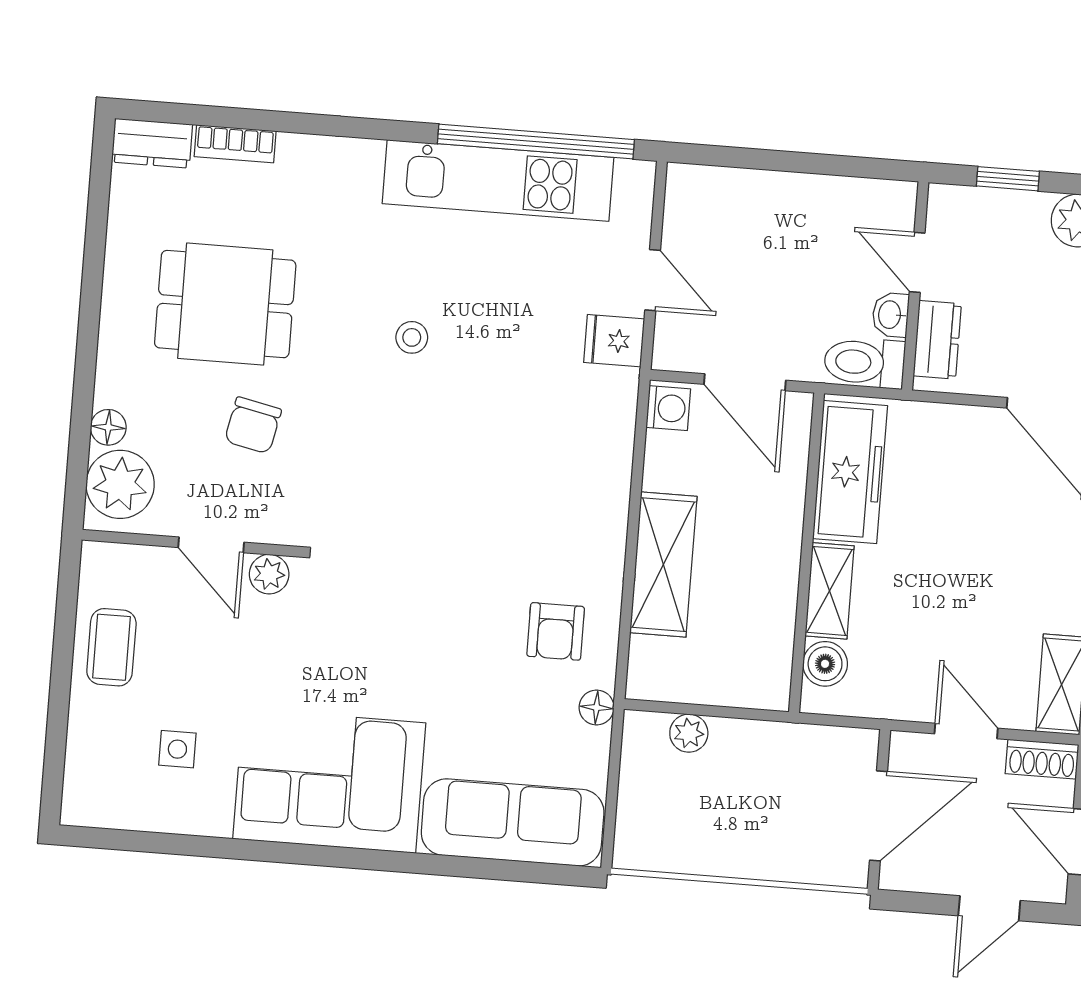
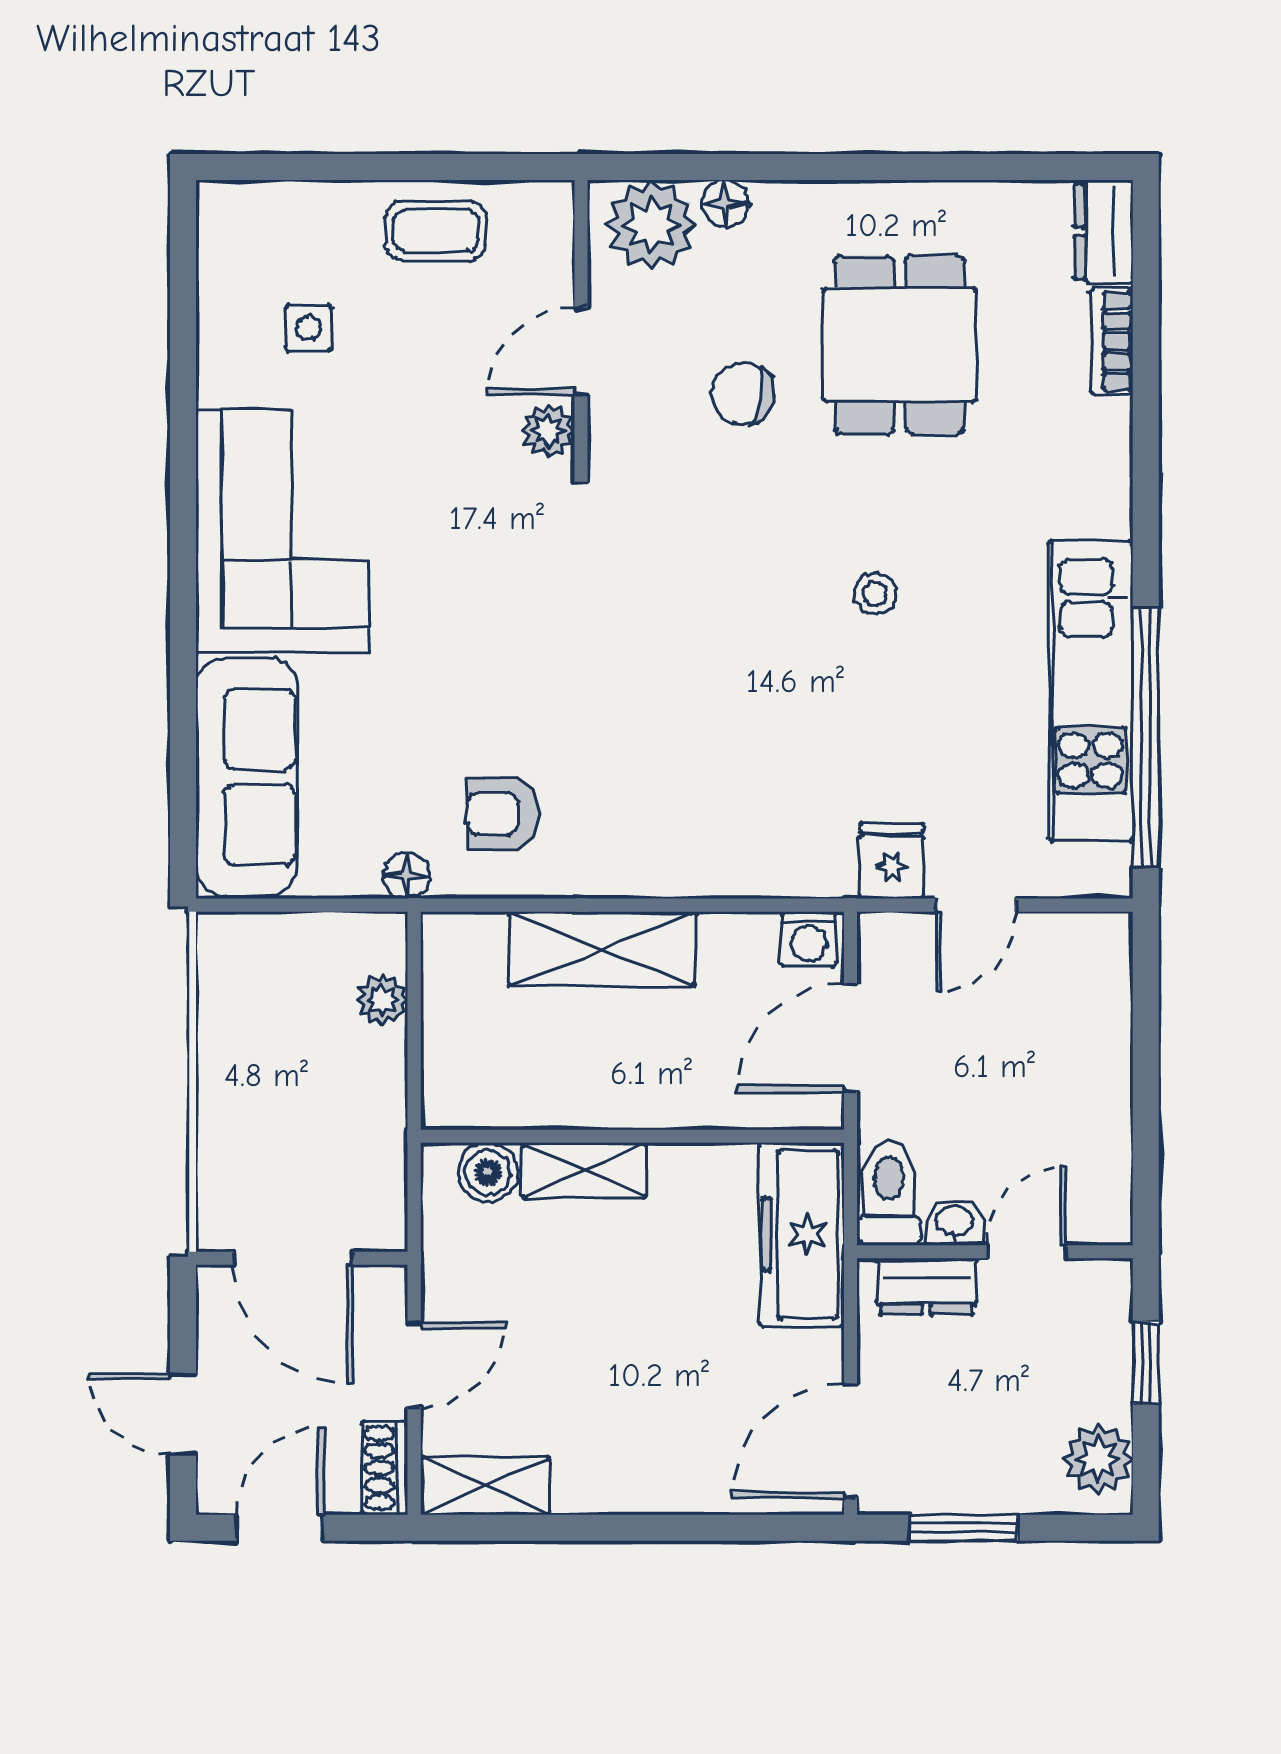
freezer: (850, 472) -> (802, 1234), moved, turned 90

